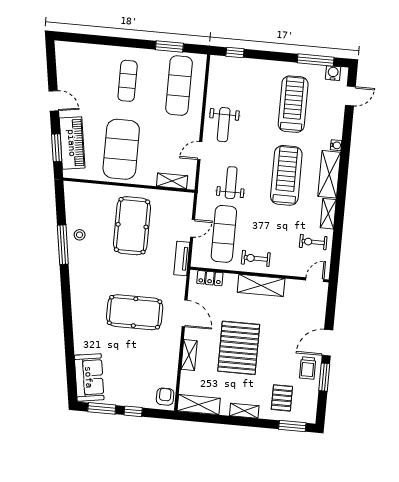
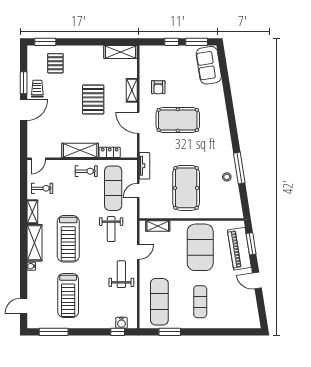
water cooler: (333, 73) -> (121, 323), moved
locker: (210, 278) -> (110, 152), moved
pallet: (239, 348) -> (93, 100), width x0.73, depth x0.71
armchair: (165, 397) -> (158, 87), moved
shelving: (244, 411) -> (84, 50), removed

